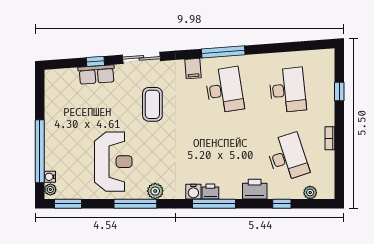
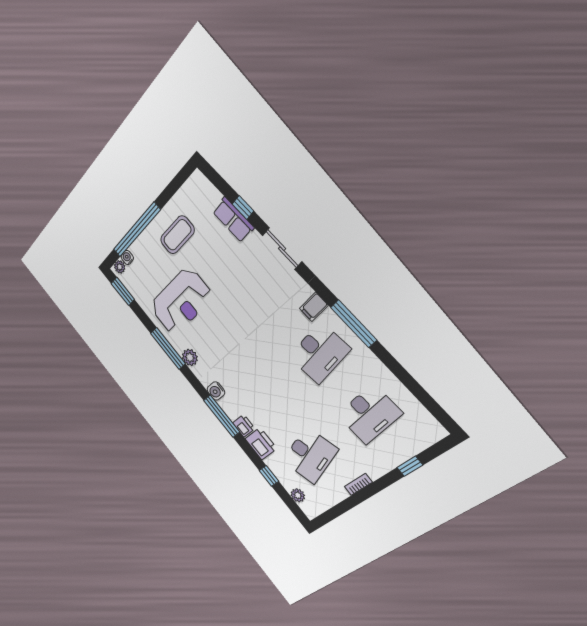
coffee table: (152, 104) -> (177, 235), moved
printer: (210, 192) -> (244, 426), moved

